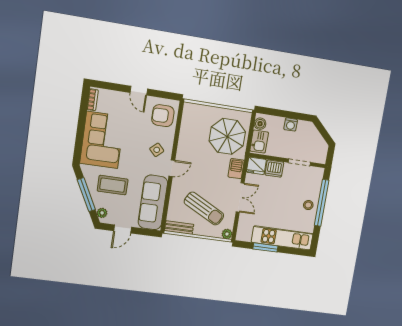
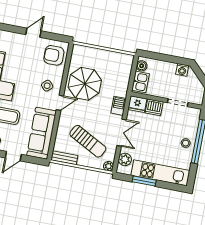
door: (139, 91) -> (33, 33), swing flipped
washing machine: (291, 124) -> (182, 70), moved
parasol: (227, 136) -> (85, 84), moved
plant: (244, 226) -> (125, 159), added

